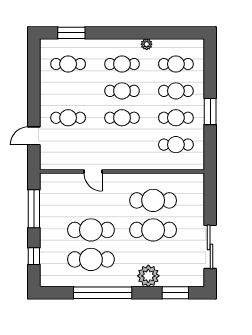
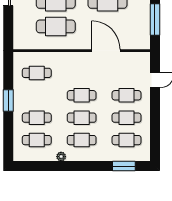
cafe table: (176, 118) -> (127, 118), moved
door: (93, 171) -> (106, 51), width x1.88

